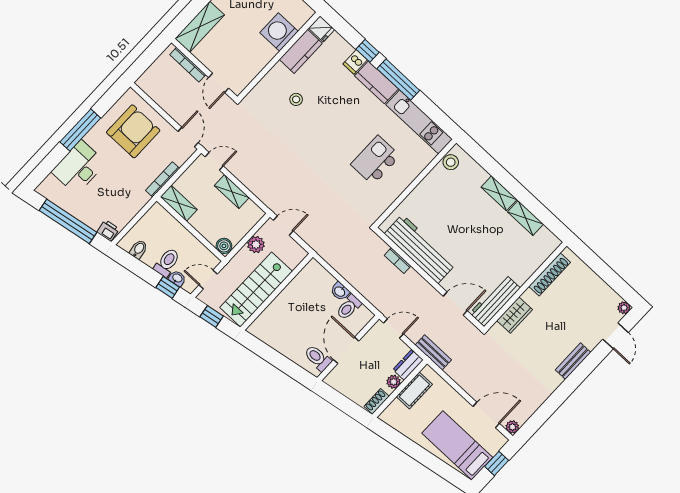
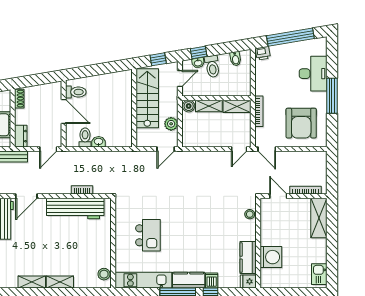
stool: (296, 99) -> (250, 214), moved
shelving: (232, 192) -> (209, 106), moved
plant: (394, 382) -> (20, 119), removed

